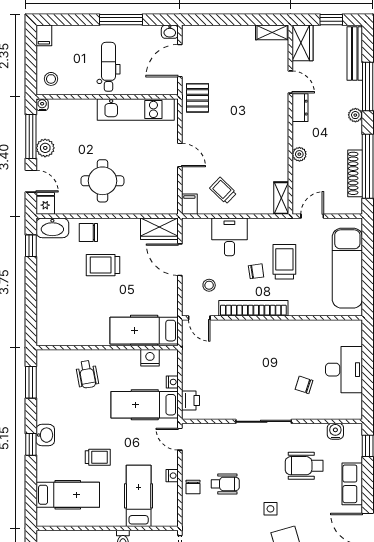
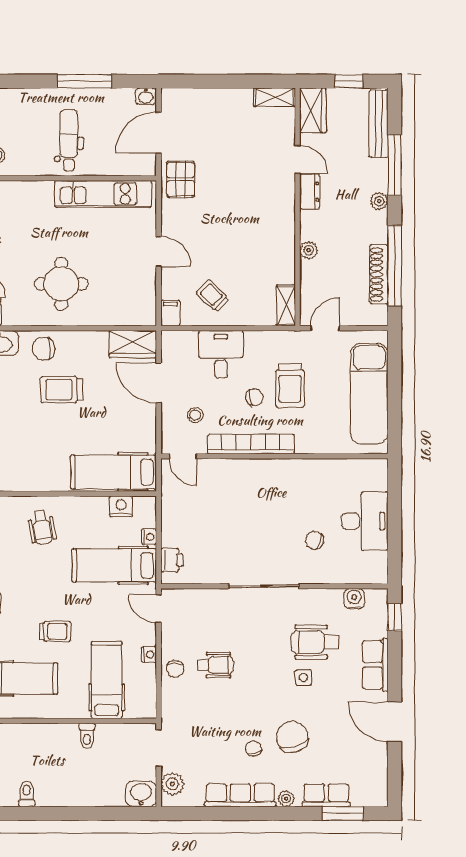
trolley: (284, 262) -> (290, 386), turned 180
side table: (270, 509) -> (303, 677), moved

